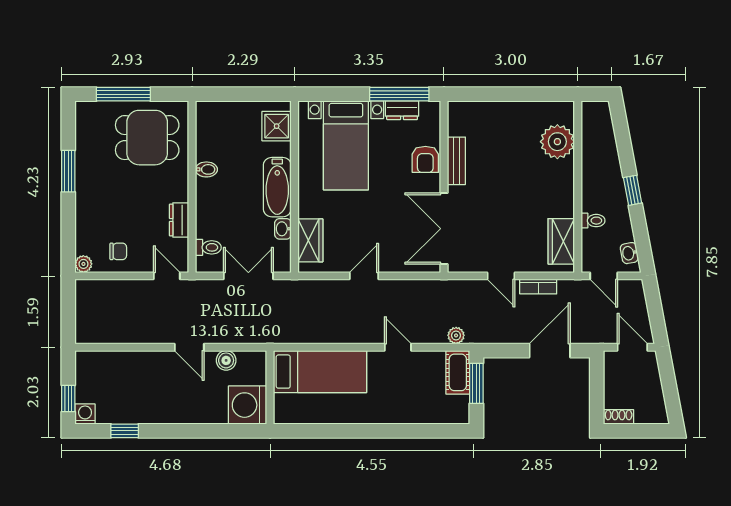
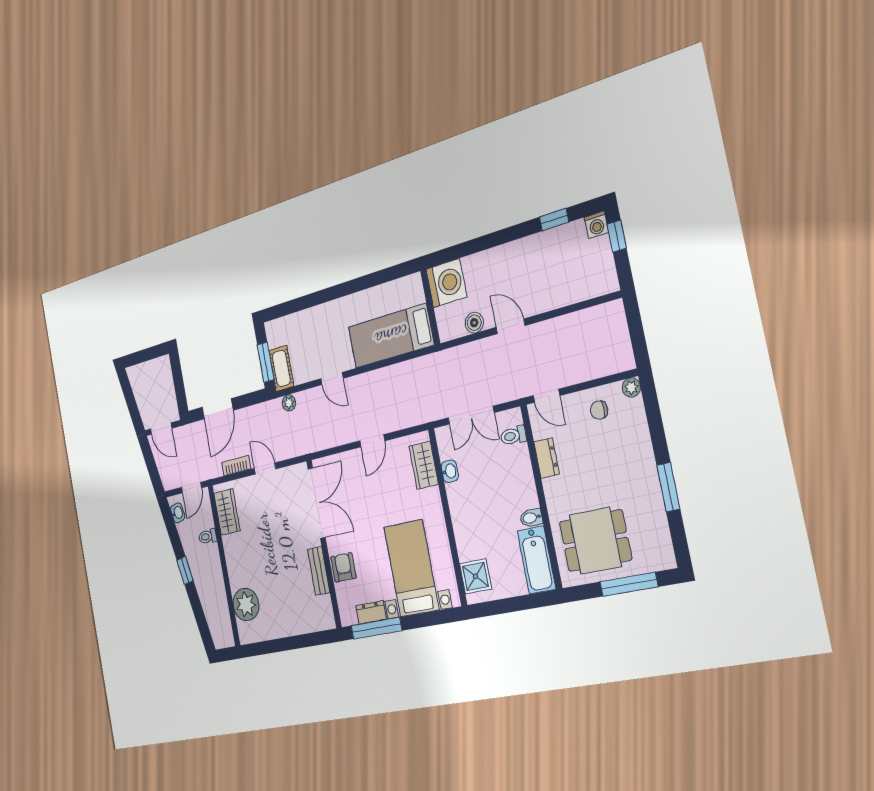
bathtub: (277, 187) -> (537, 560), moved, turned 180
door: (604, 276) -> (192, 488), swing flipped
shoe rack: (619, 417) -> (160, 364), removed

